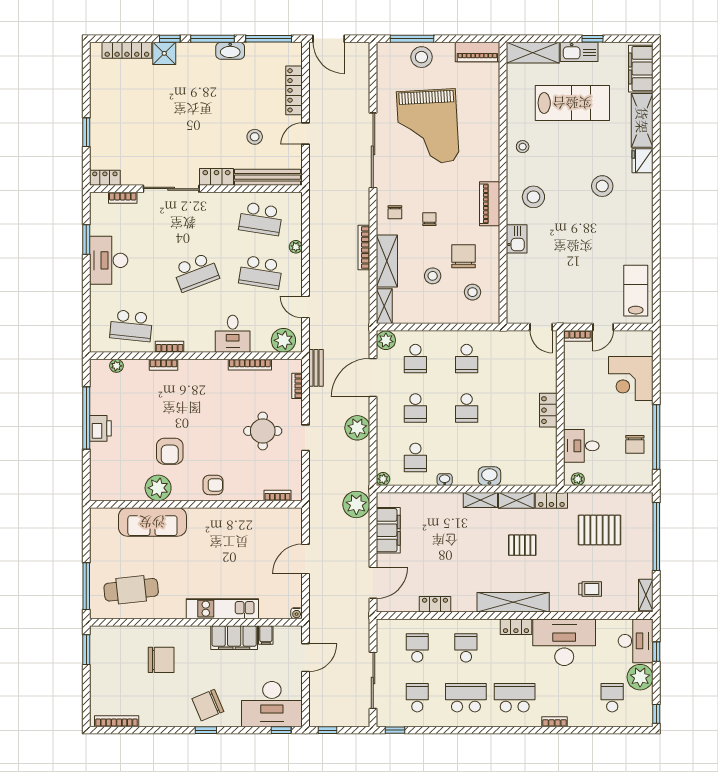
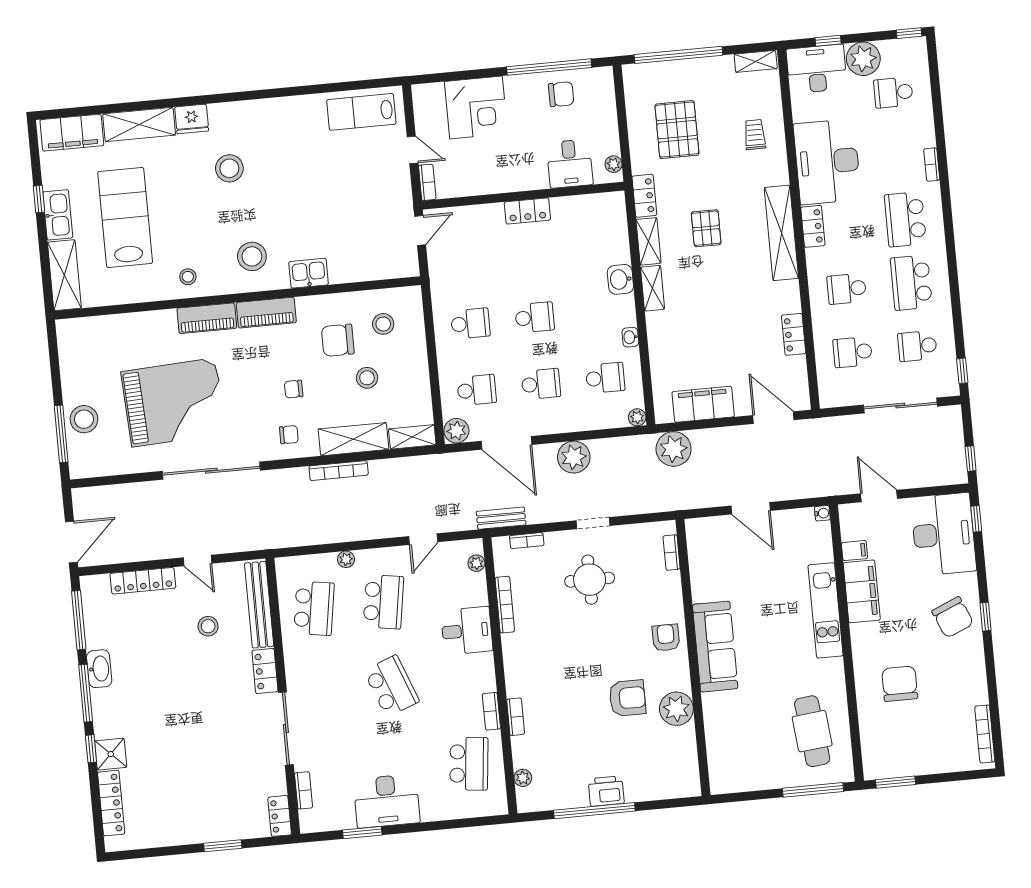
piano: (477, 52) -> (207, 318), moved, turned 90
plant: (283, 340) -> (476, 563), width x0.53, depth x0.53
sofa: (152, 522) -> (715, 647), moved

